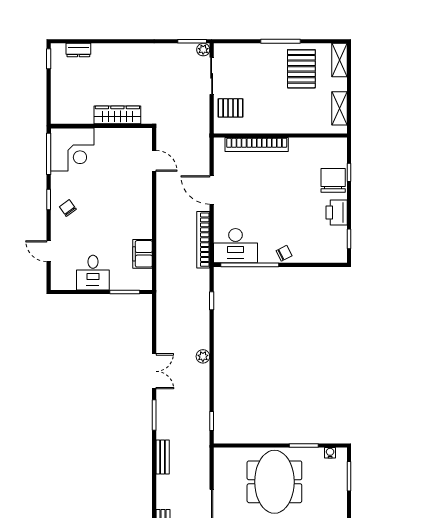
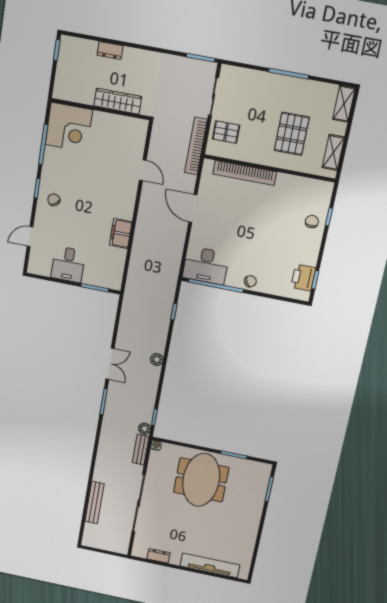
dresser: (78, 50) -> (110, 50), moved
plant: (203, 50) -> (145, 429), moved
pallet: (301, 69) -> (292, 134), moved
wardrobe: (117, 115) -> (118, 101), moved
wall: (101, 126) -> (100, 109), moved
corner desk: (72, 149) -> (69, 127), moved
chair: (333, 180) -> (312, 222), width x0.54, depth x0.54
printer: (337, 213) -> (303, 278), moved
bookcase: (203, 240) -> (196, 146), moved
door: (49, 251) -> (30, 237), hinge flipped
filing cabinet: (142, 254) -> (121, 233), moved
water cooler: (330, 453) -> (156, 445), moved
bench: (163, 457) -> (141, 450), moved

